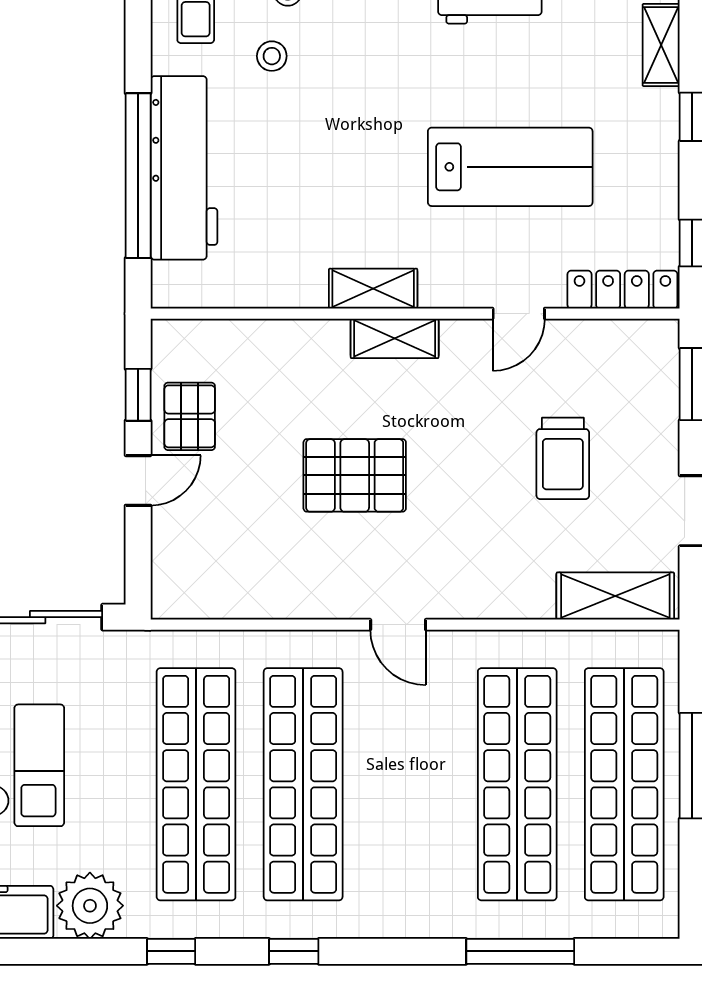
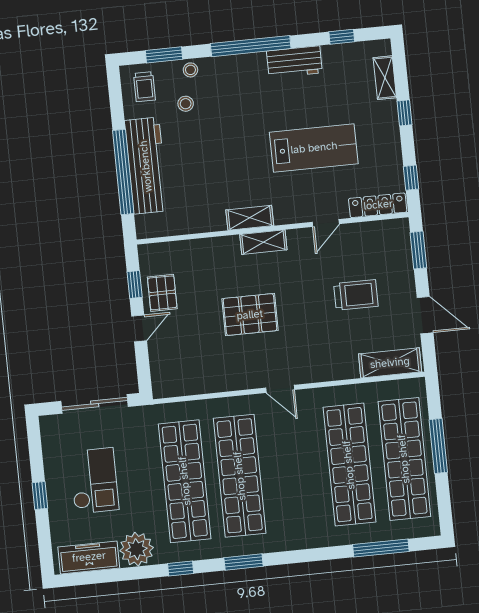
trolley: (563, 458) -> (356, 295), turned -90
window: (294, 951) -> (244, 562), width x1.50
window: (520, 951) -> (381, 548), moved

